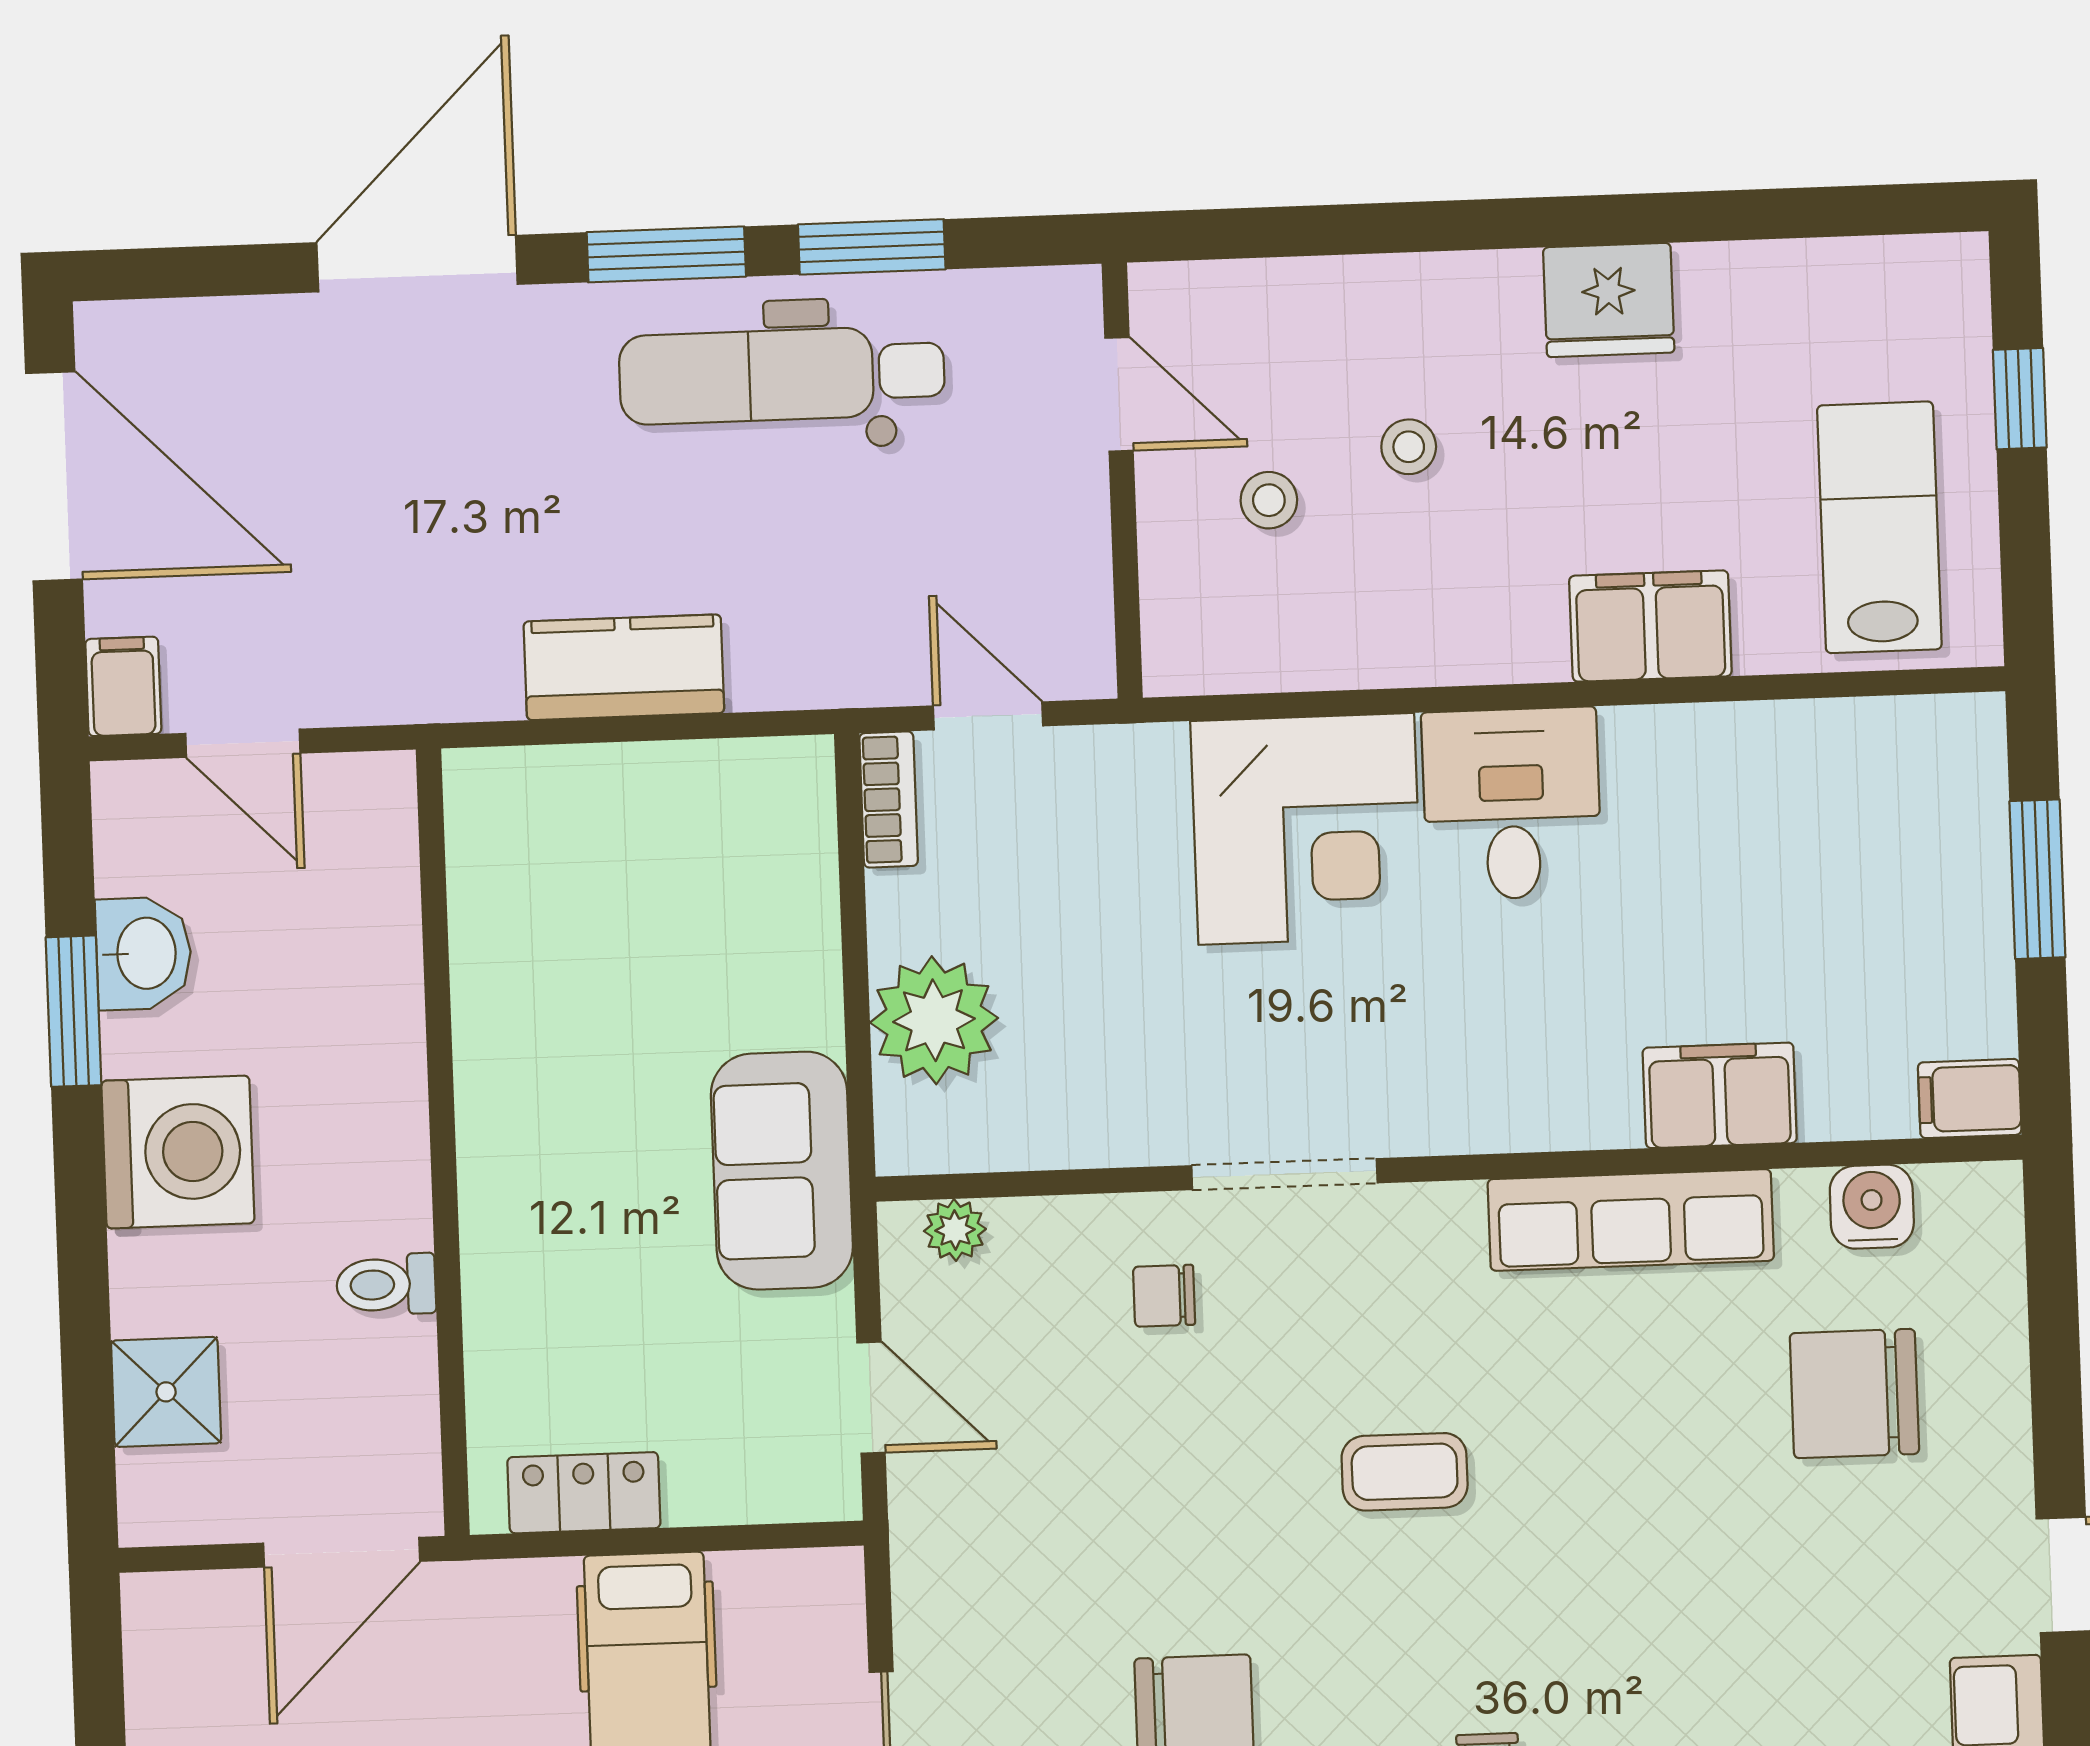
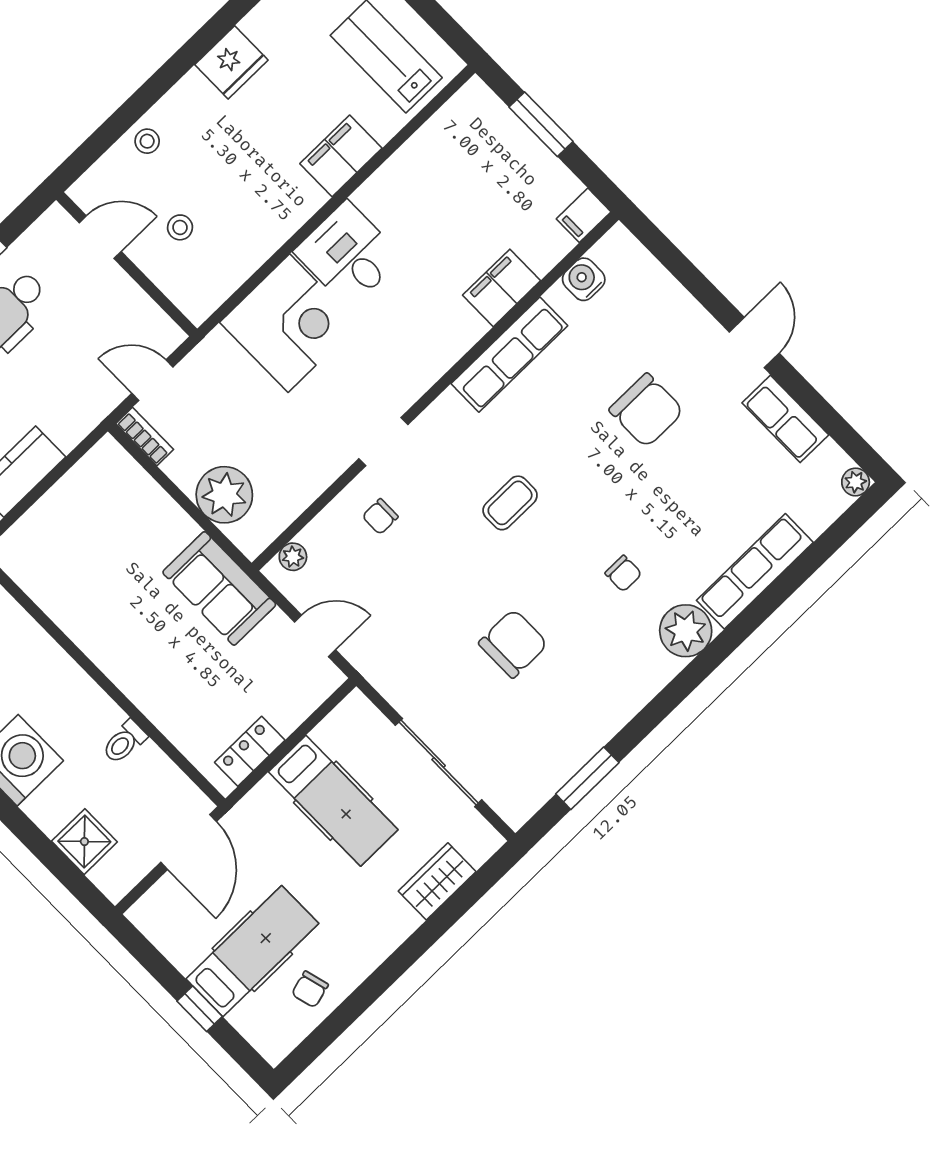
stool: (1409, 447) -> (147, 141), moved
doorway: (1284, 1174) -> (383, 442), width x0.73
chair: (1854, 1394) -> (646, 410), moved, turned -90

